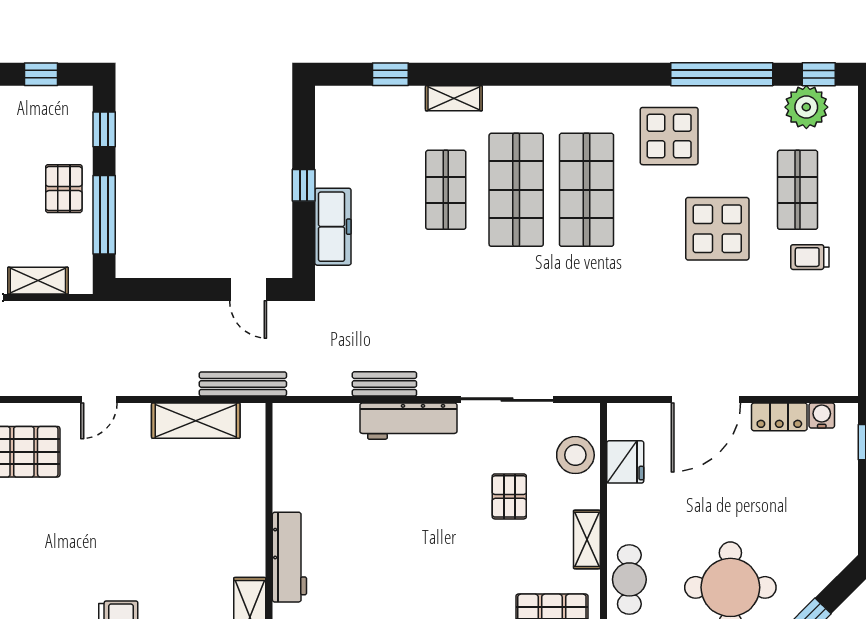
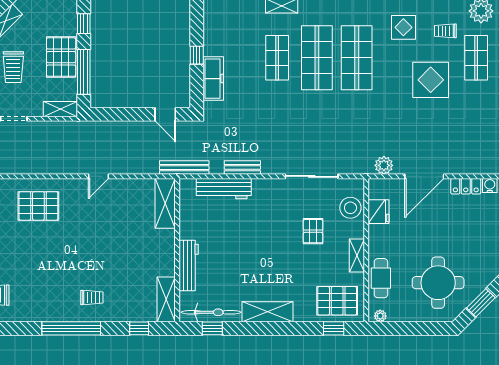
display table: (669, 136) -> (403, 27), width x0.73, depth x0.73
pallet: (64, 189) -> (61, 57), width x1.50, depth x1.42
trolley: (810, 257) -> (445, 31), moved
shelving: (38, 281) -> (60, 109), moved
plant: (635, 380) -> (384, 165), added
bench: (243, 384) -> (184, 168), moved
door: (99, 400) -> (98, 176), moved
shelving: (196, 421) -> (165, 203), moved, turned 90
workbench: (408, 421) -> (224, 189), moved

